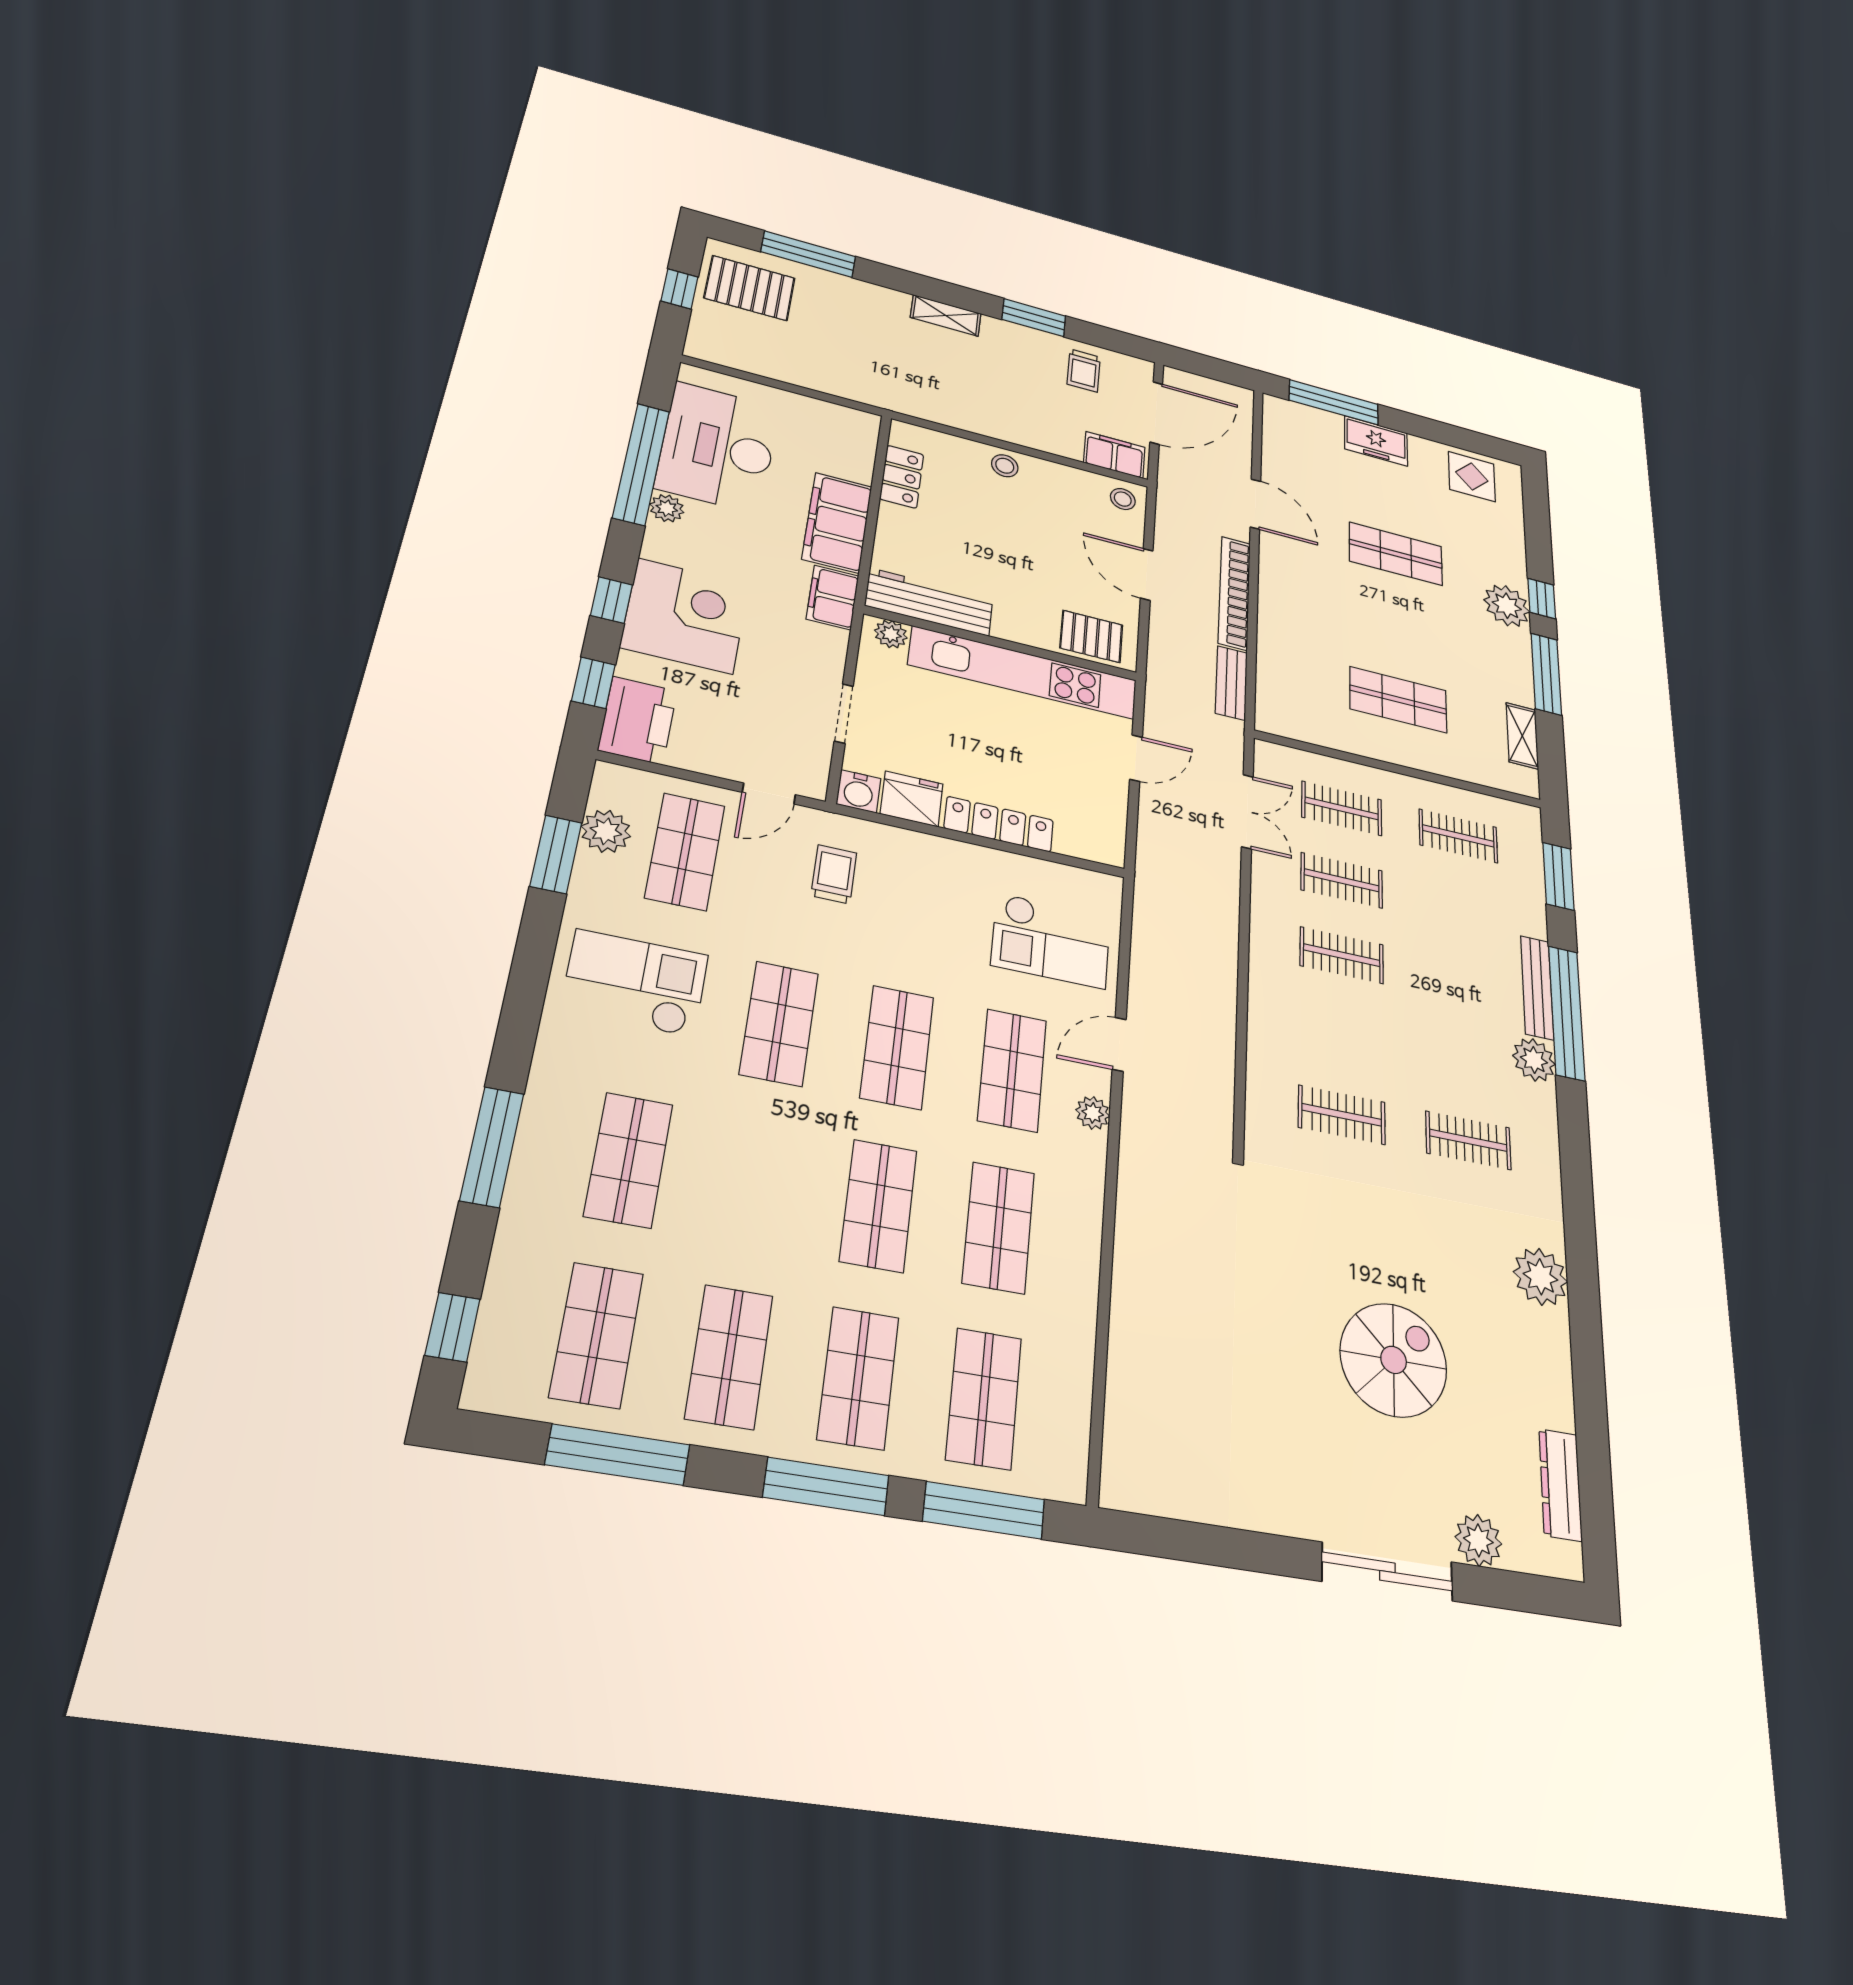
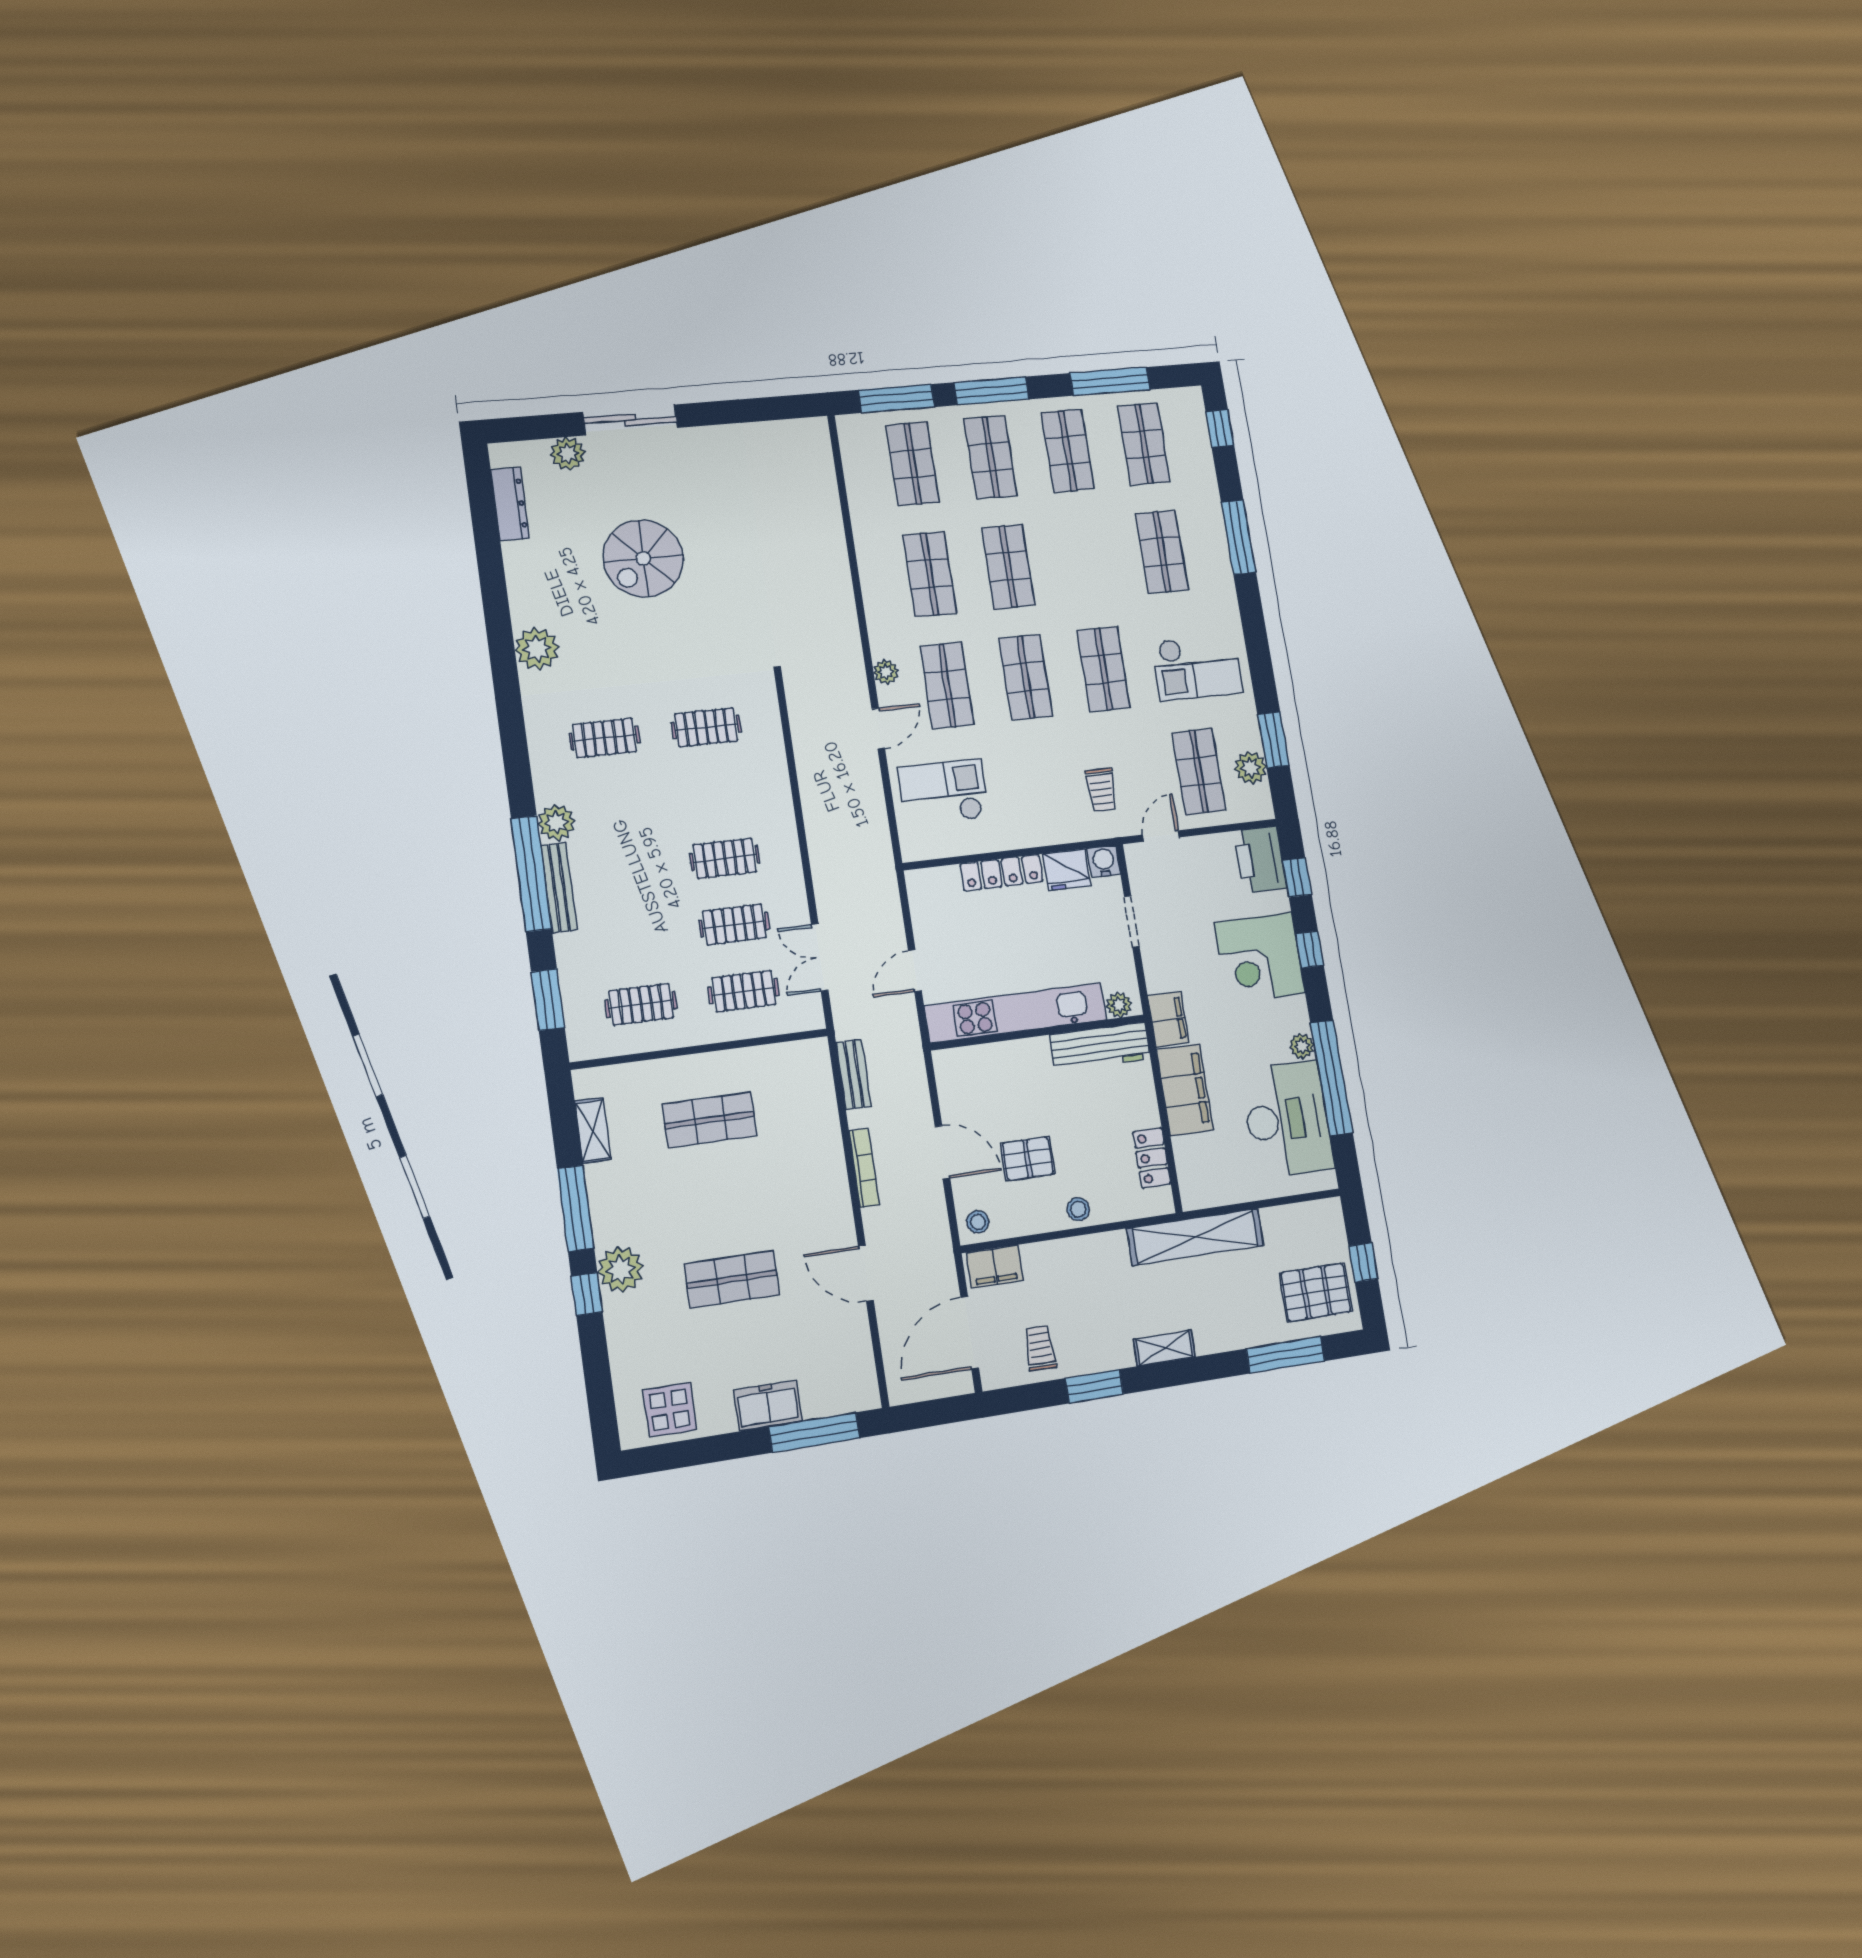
shelving: (875, 389) -> (1195, 1237), added
bookcase: (1234, 593) -> (864, 1168), width x0.68, depth x0.76
pallet: (1091, 636) -> (1028, 1159), moved

